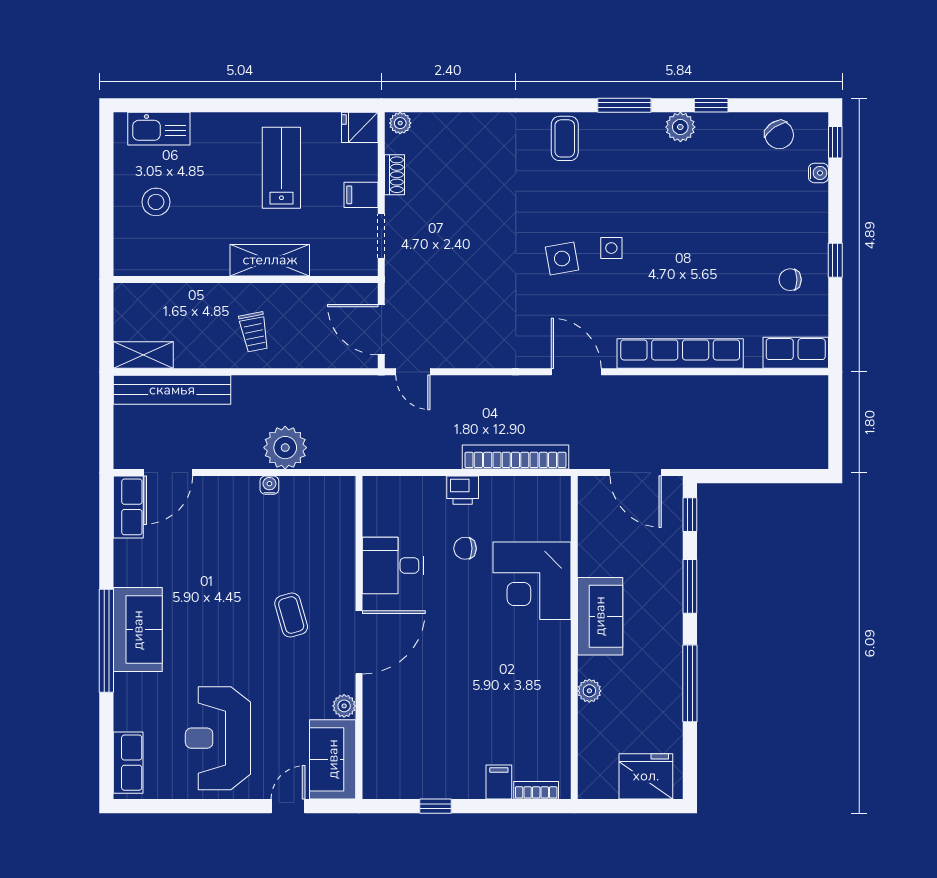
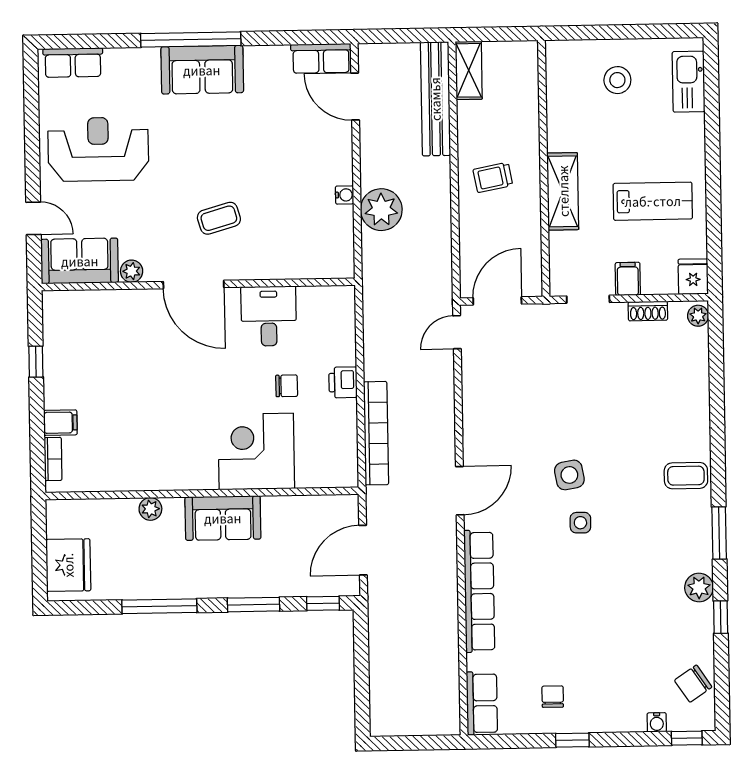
chair: (465, 548) -> (287, 386), turned 90

